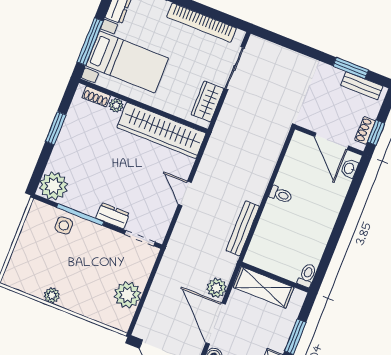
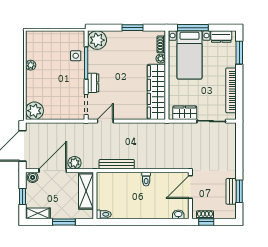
bench: (362, 86) -> (231, 191), moved
door: (331, 141) -> (190, 187), moved
door: (185, 193) -> (105, 121), moved
plant: (128, 295) -> (34, 111), moved

